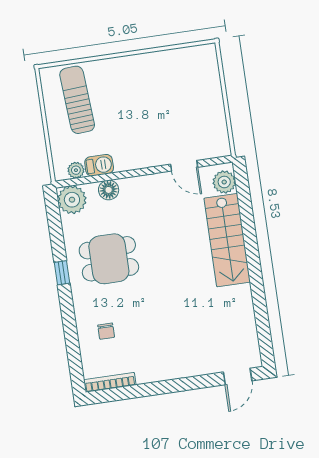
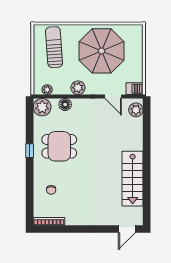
parasol: (155, 95) -> (101, 51), added
plant: (125, 160) -> (78, 88), added
barbecue: (99, 165) -> (134, 89), moved
stairs: (227, 240) -> (133, 179), moved

